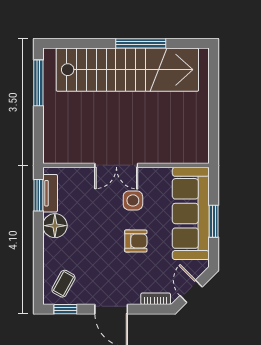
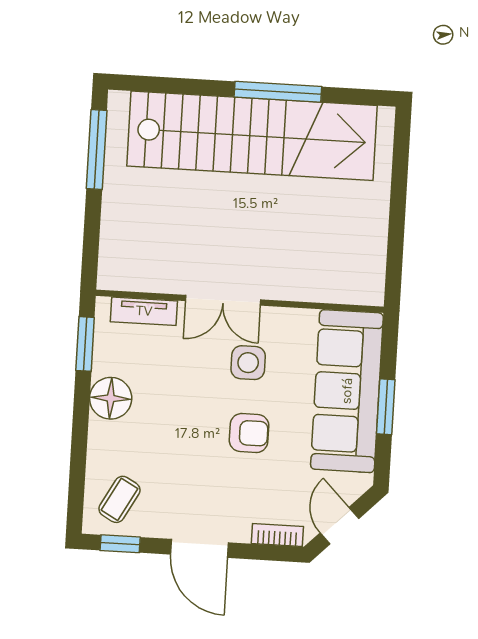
tv unit: (50, 193) -> (144, 311), moved, turned 90

